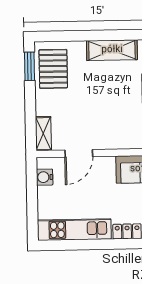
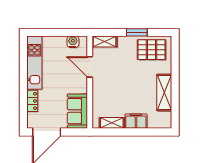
window: (29, 66) -> (137, 32), moved

